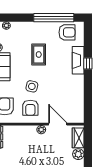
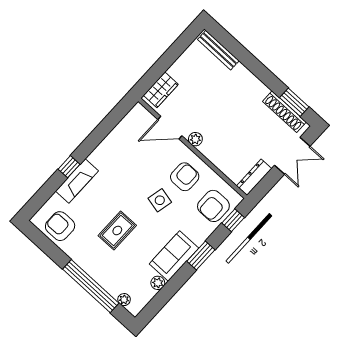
window: (54, 18) -> (91, 286), moved
door: (58, 124) -> (170, 128), hinge flipped
plant: (78, 154) -> (178, 70), removed

